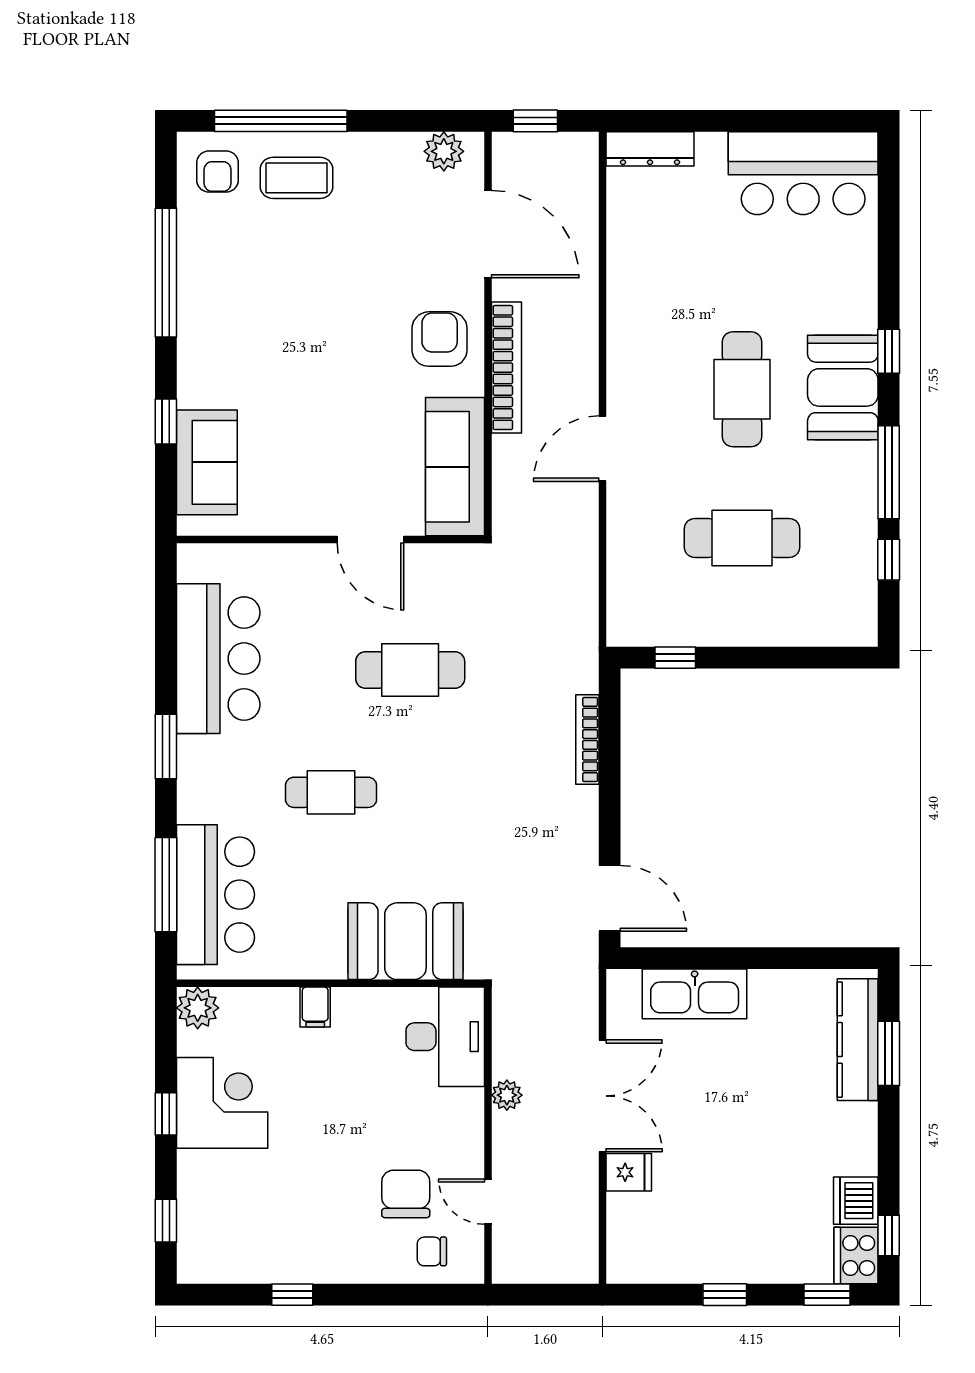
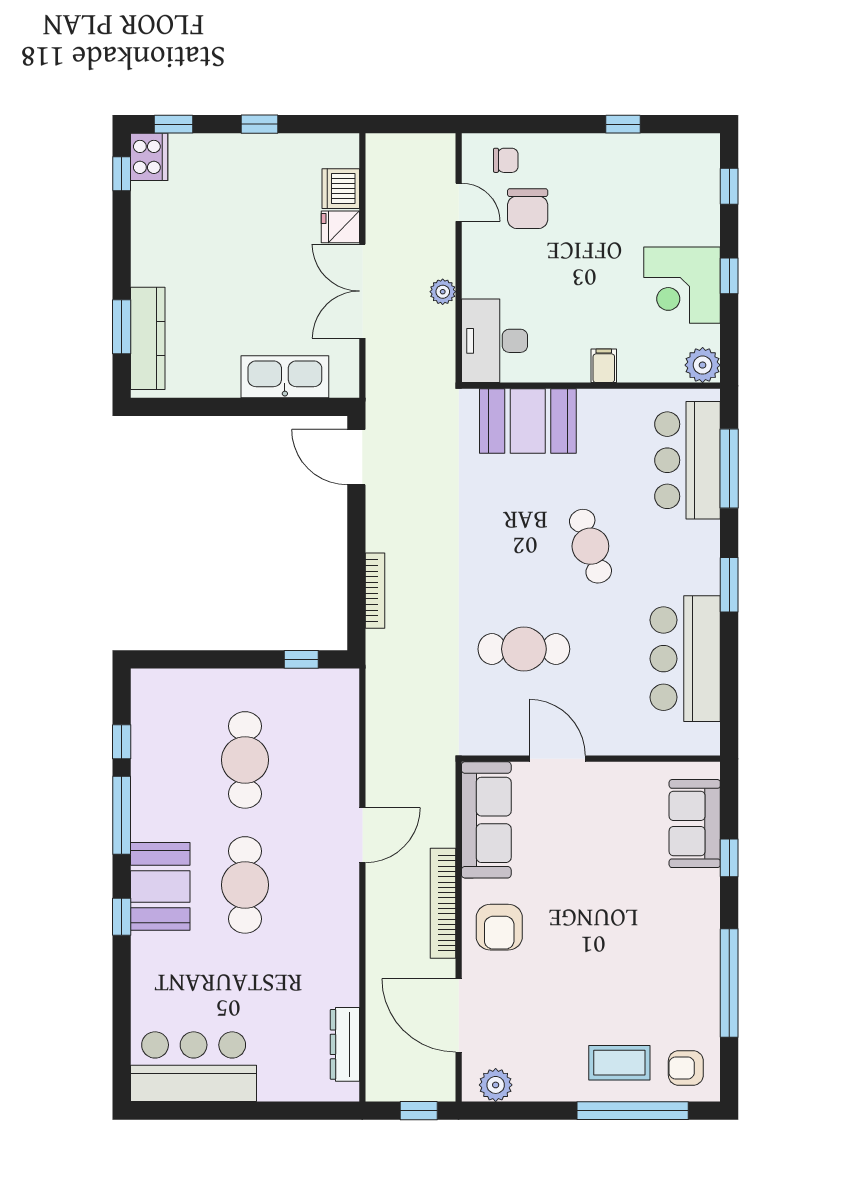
dresser: (650, 149) -> (345, 1044), moved, turned -90
armchair: (218, 172) -> (686, 1068), turned -90
cafe table: (742, 538) -> (245, 760), turned 90
cafe table: (331, 792) -> (590, 546), turned 72
dishwasher: (856, 1201) -> (341, 189), moved, turned 180

